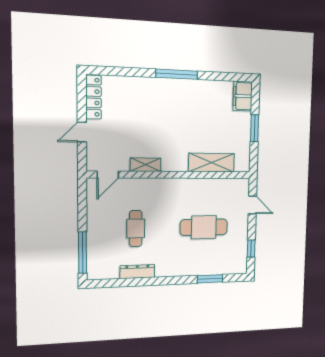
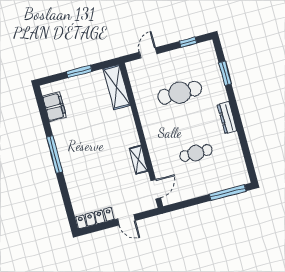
filing cabinet: (243, 96) -> (54, 107), moved, turned -90
shelving: (212, 163) -> (117, 87), moved
door: (108, 175) -> (156, 189), hinge flipped
cafe table: (204, 227) -> (180, 93), turned 90
dresser: (137, 272) -> (227, 118), moved

